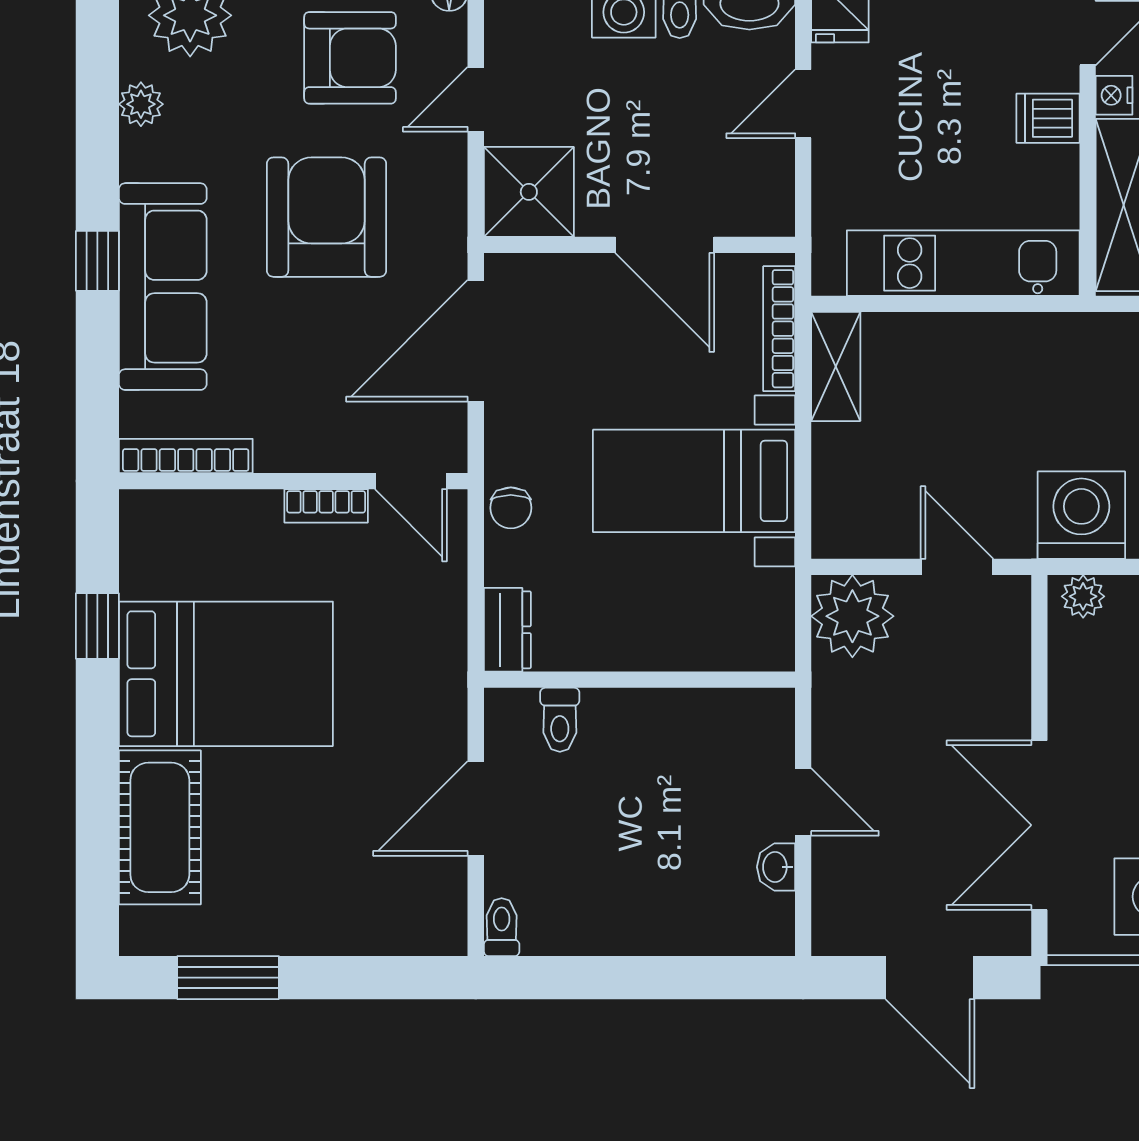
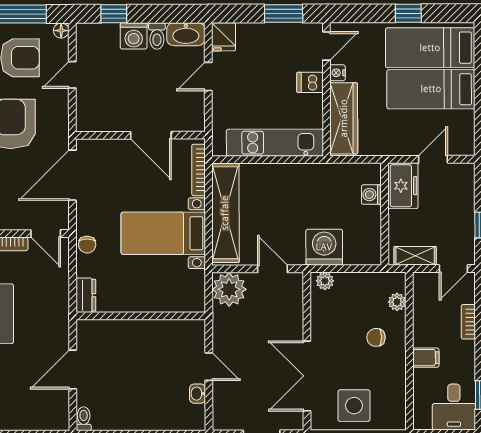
shower: (529, 192) -> (94, 113), removed
shelving: (836, 367) -> (225, 213), width x2.20, depth x1.33
toilet: (560, 720) -> (108, 333), removed

